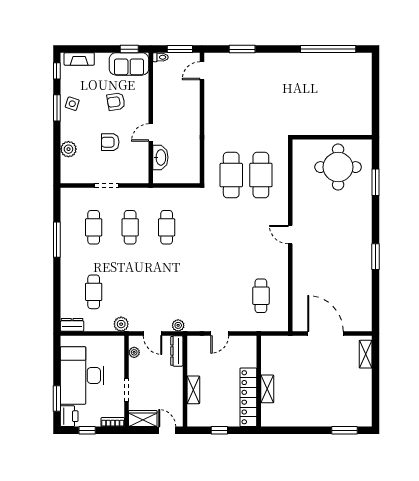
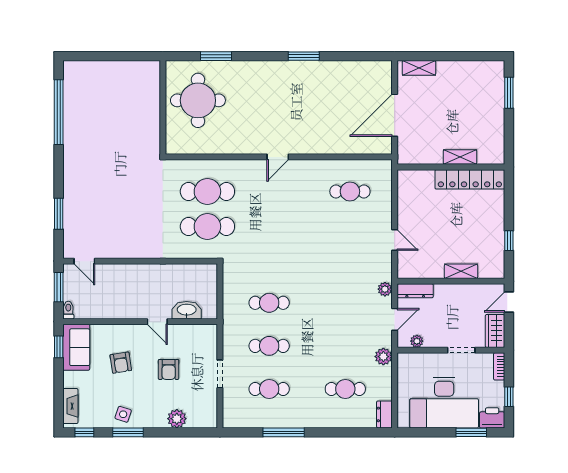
wall: (259, 381) -> (451, 167), moved
shelving: (267, 389) -> (460, 157), moved
locker: (248, 397) -> (470, 179), moved

